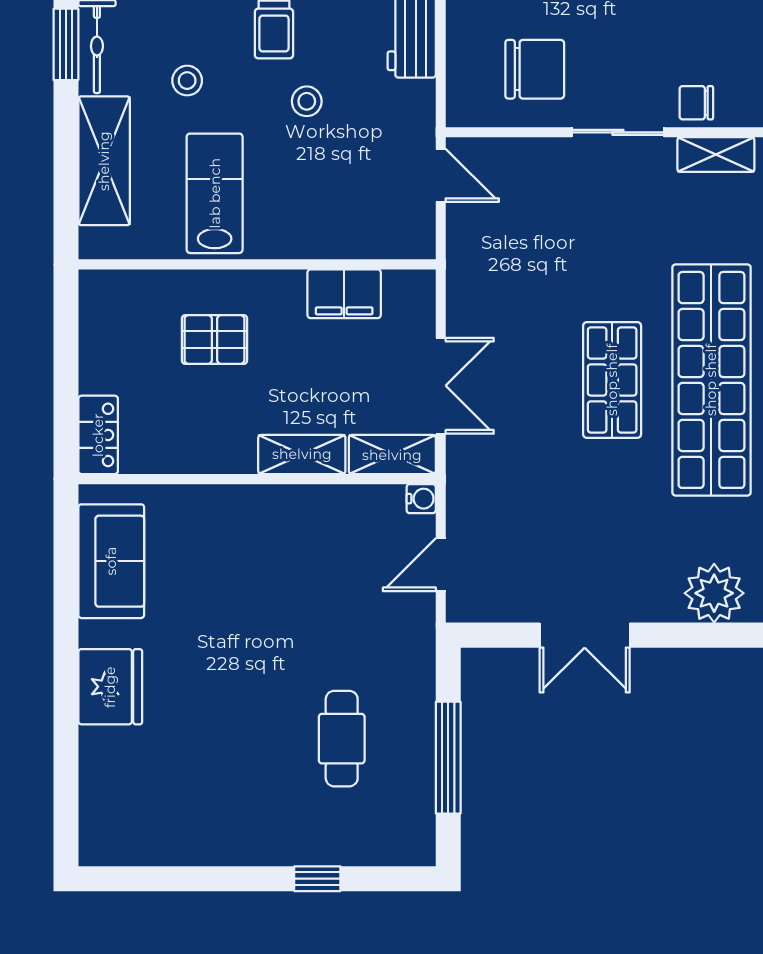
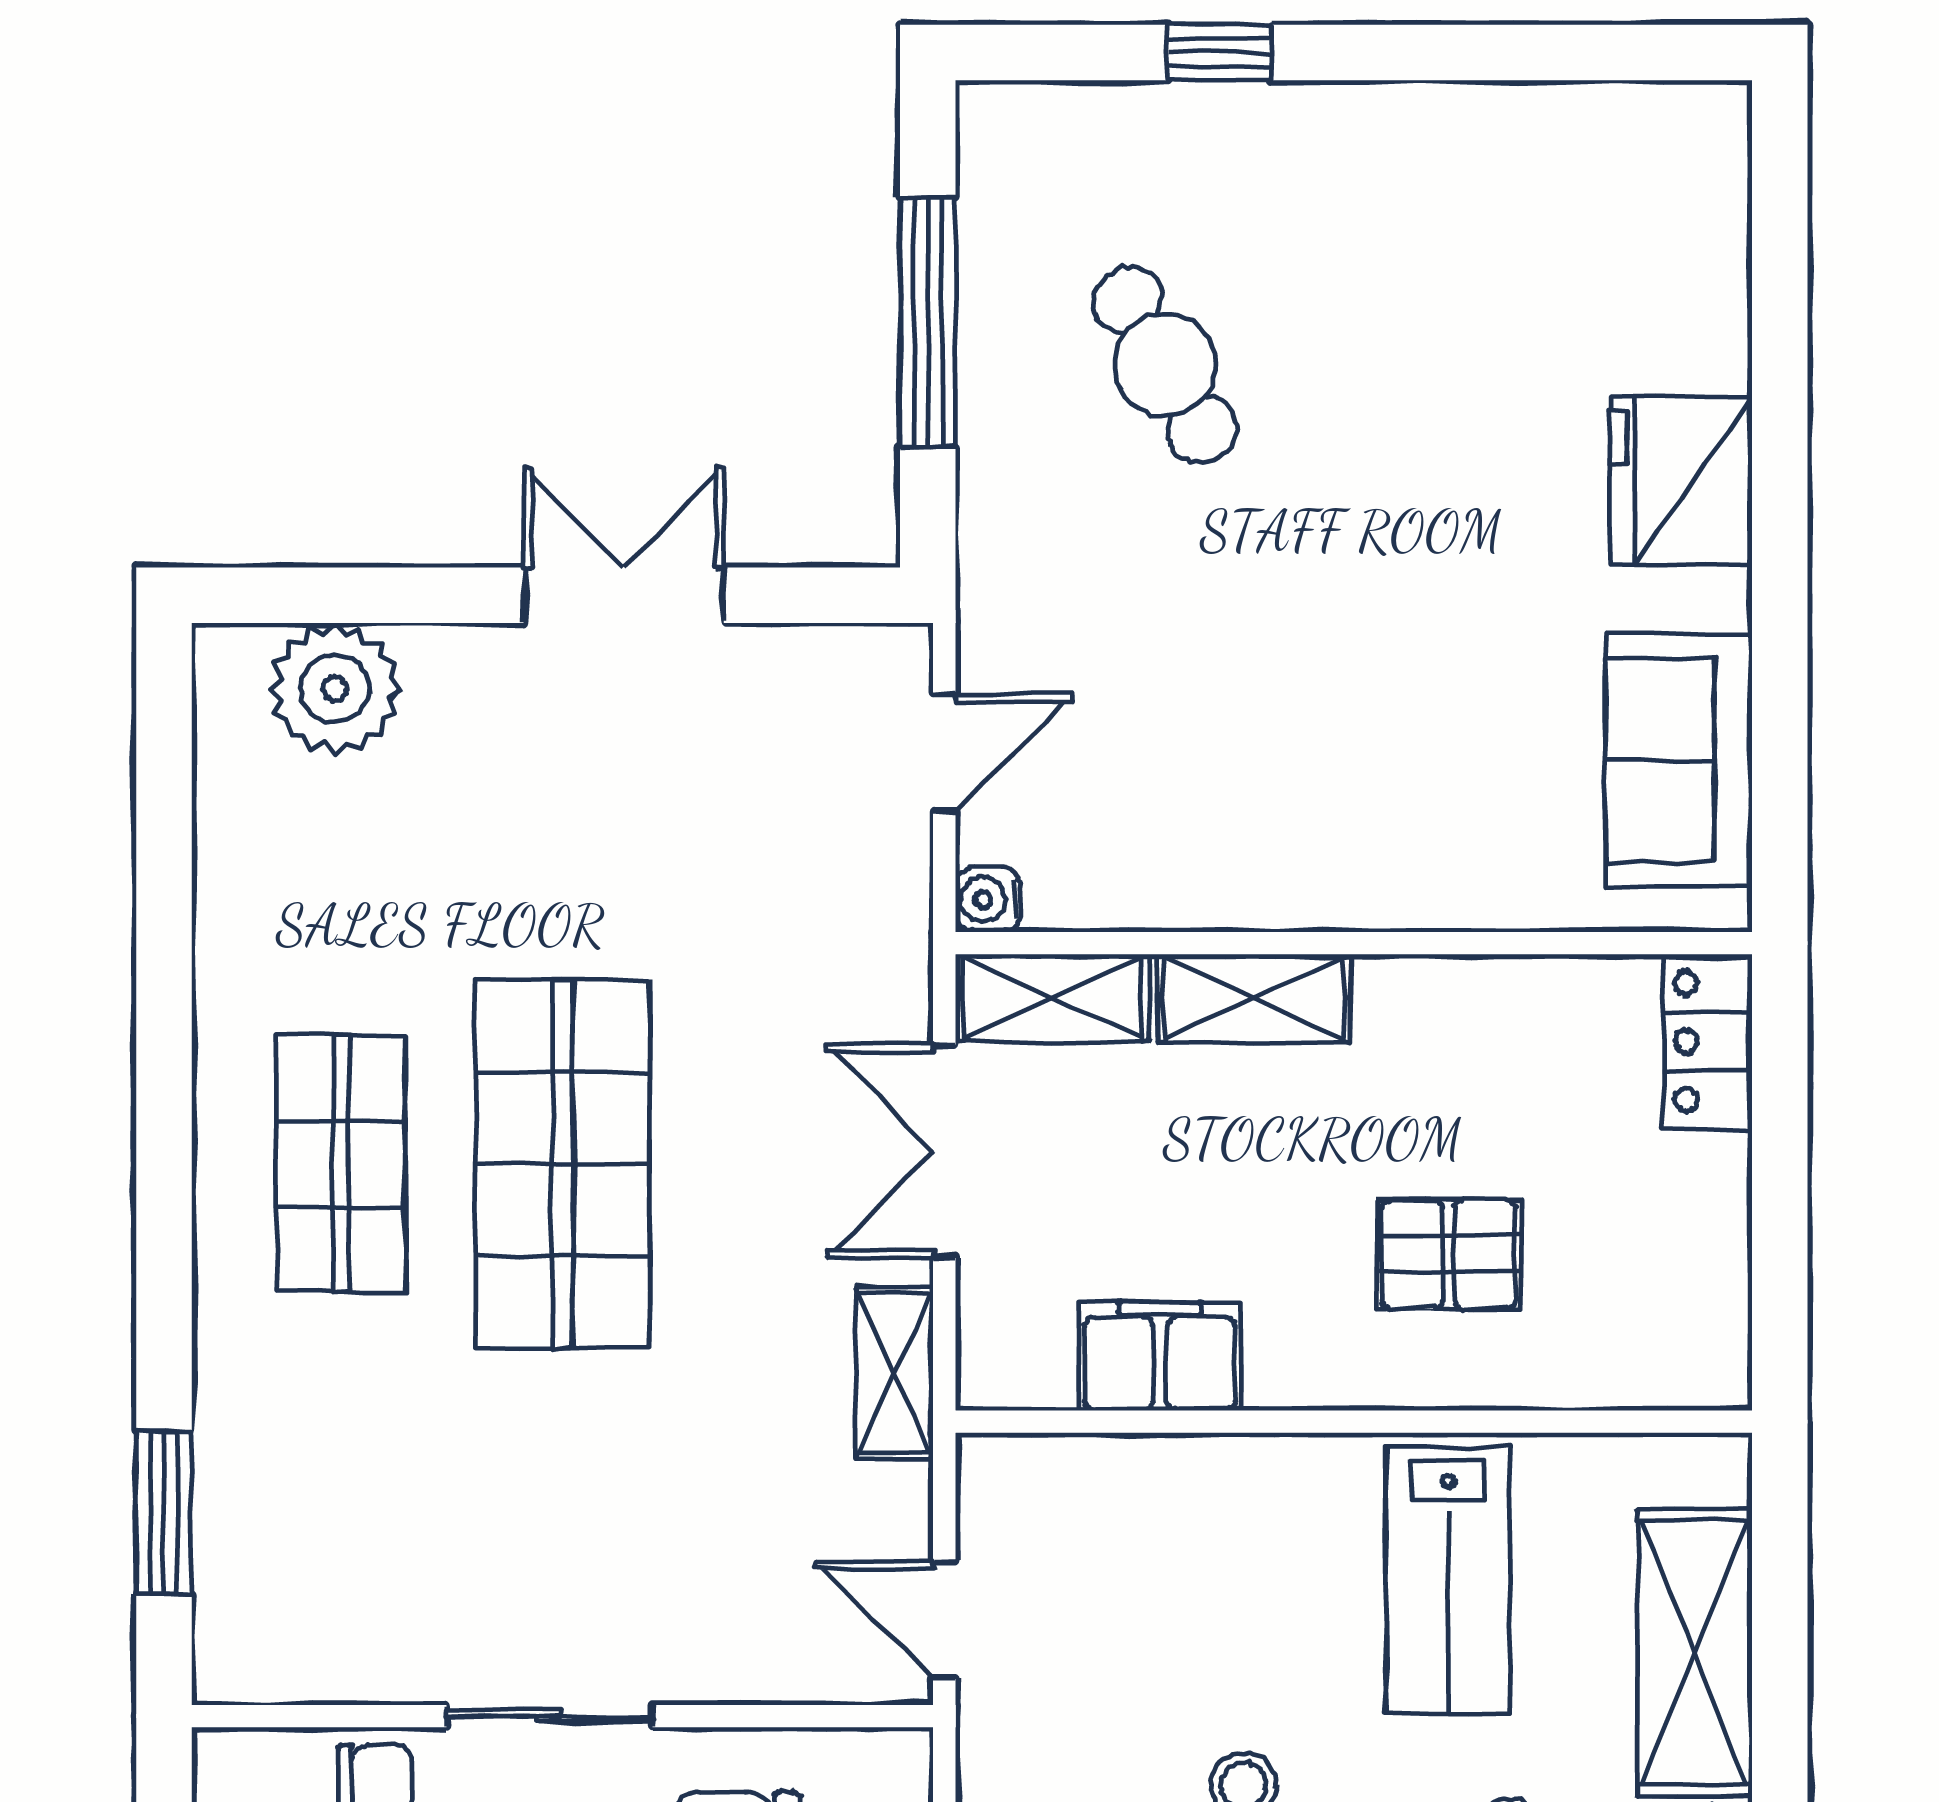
shelving: (716, 155) -> (895, 1373), moved, turned 90
shop shelf: (612, 380) -> (562, 1164), width x1.43, depth x1.36
shop shelf: (711, 380) -> (341, 1164), width x0.50, depth x0.74
cafe table: (342, 739) -> (1165, 365), turned -30

